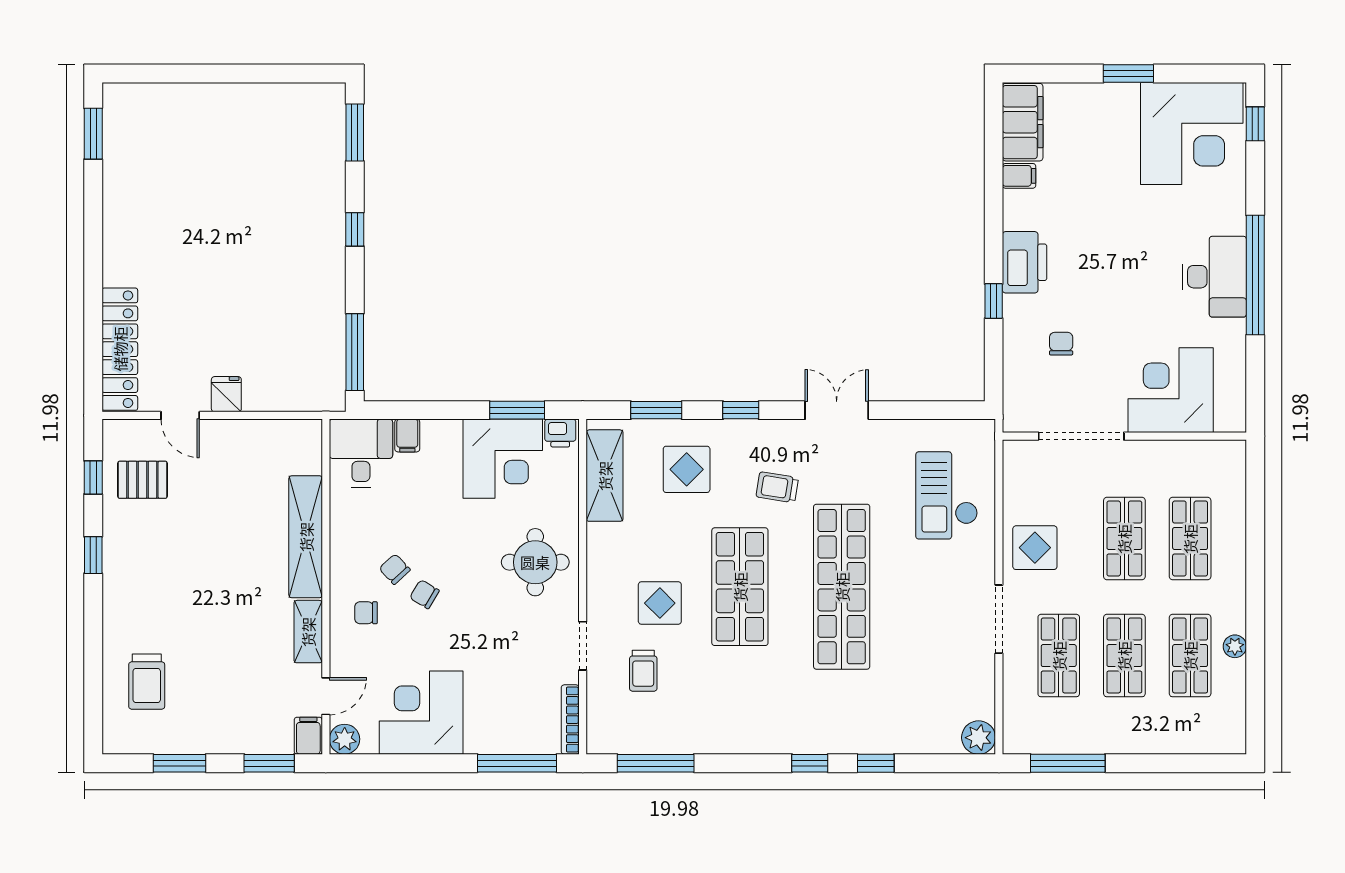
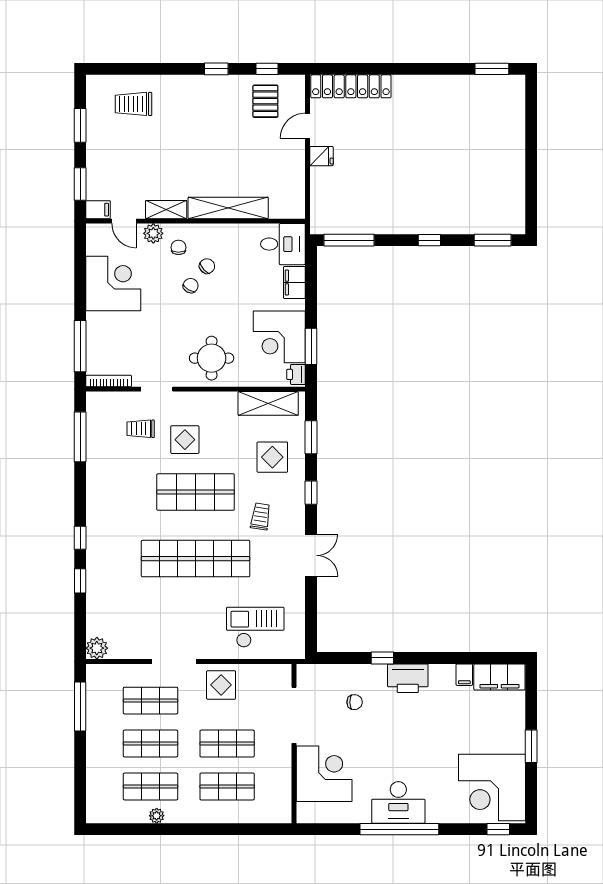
filing cabinet: (407, 436) -> (294, 282), width x2.00
plant: (345, 739) -> (153, 233), moved

